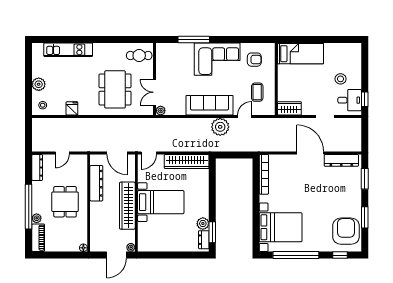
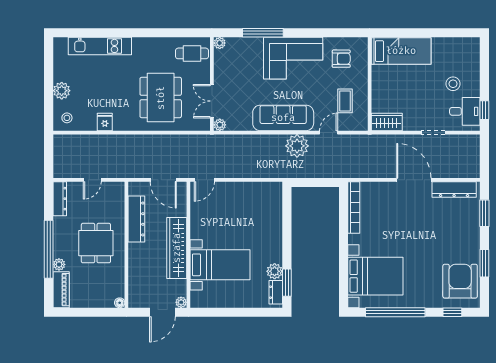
plant: (160, 47) -> (220, 43), added
wardrobe: (187, 162) -> (254, 191), removed
bed with nightstands: (161, 202) -> (220, 265), moved

